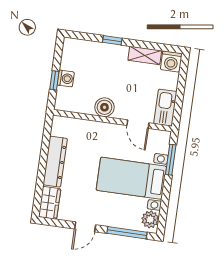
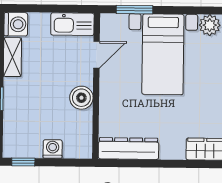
window: (54, 80) -> (23, 162), moved
dresser: (55, 162) -> (128, 149), moved

